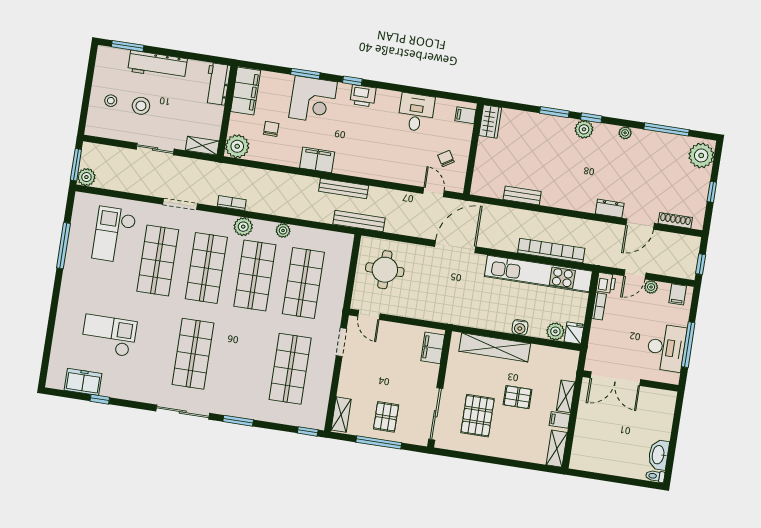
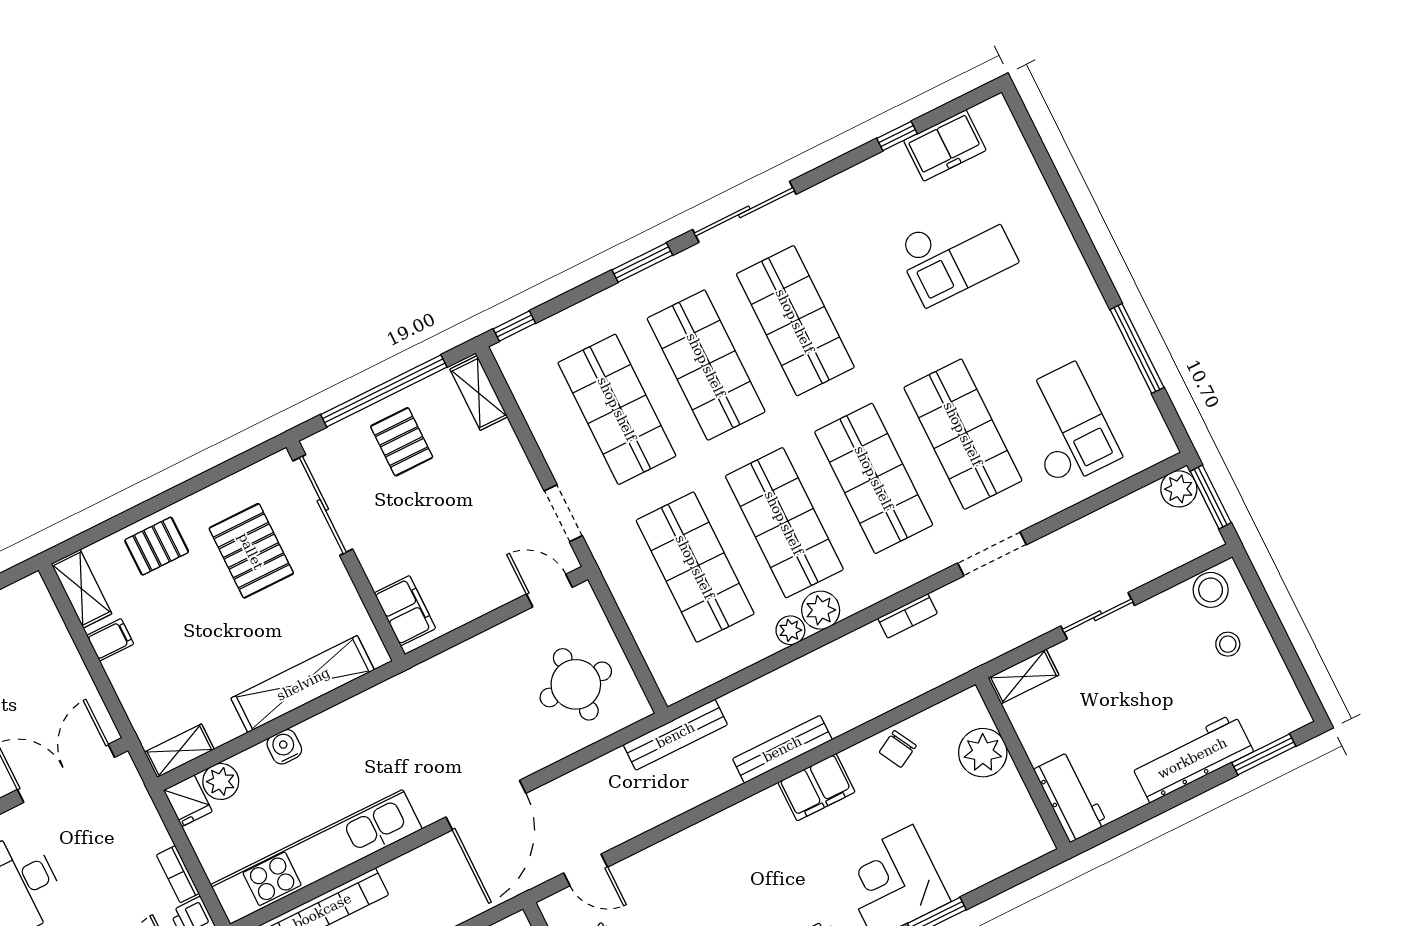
filing cabinet: (246, 91) -> (1016, 818), removed
stool: (141, 106) -> (1211, 590), moved
chair: (271, 129) -> (898, 749), moved, turned 61
plant: (237, 146) -> (983, 753), moved
bench: (344, 188) -> (782, 749), moved
plant: (243, 227) -> (821, 610), moved
shop shelf: (242, 361) -> (706, 365), added
shelving: (566, 396) -> (179, 751), moved, turned 90
pallet: (518, 397) -> (157, 546), moved
window: (379, 442) -> (384, 391), width x1.46

